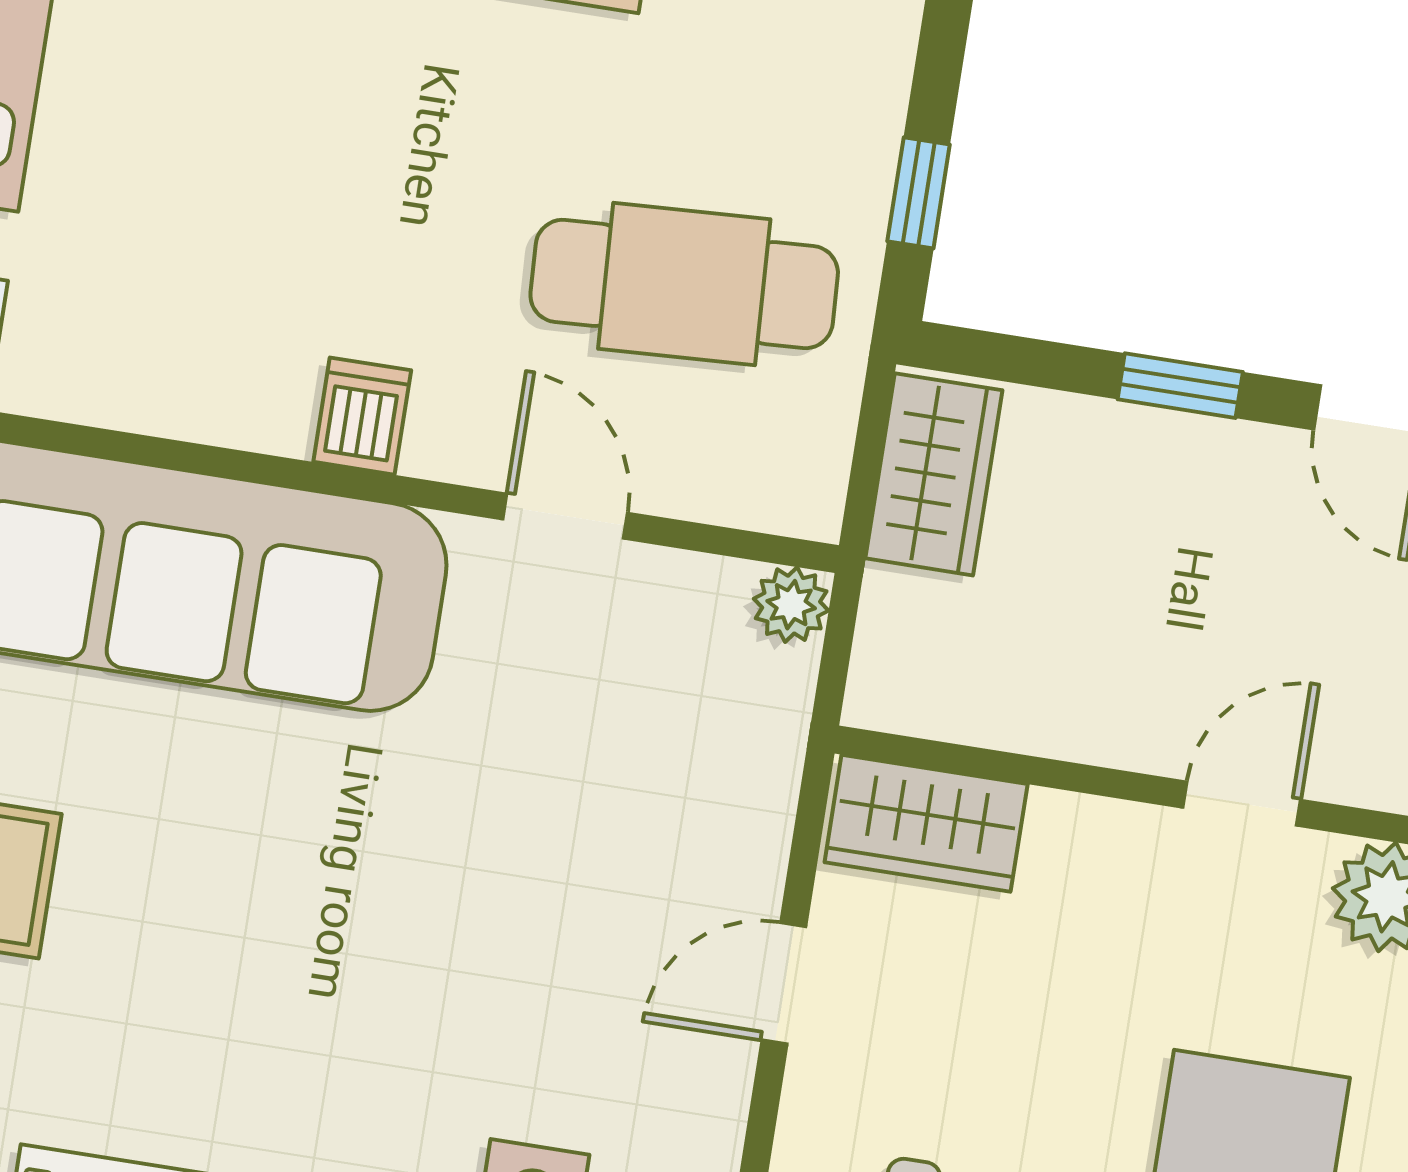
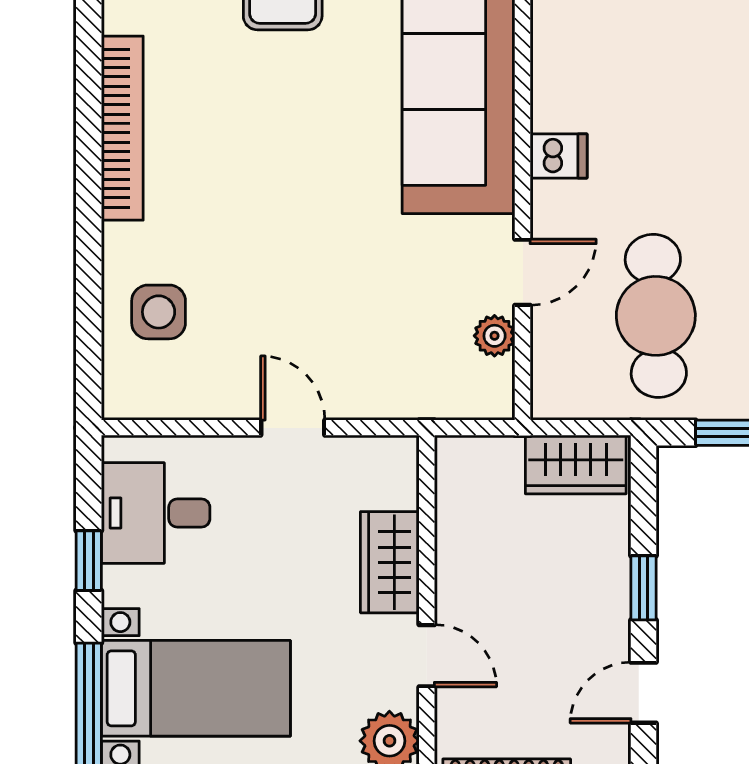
plant: (791, 605) -> (495, 336), moved
wardrobe: (926, 823) -> (390, 562), moved

